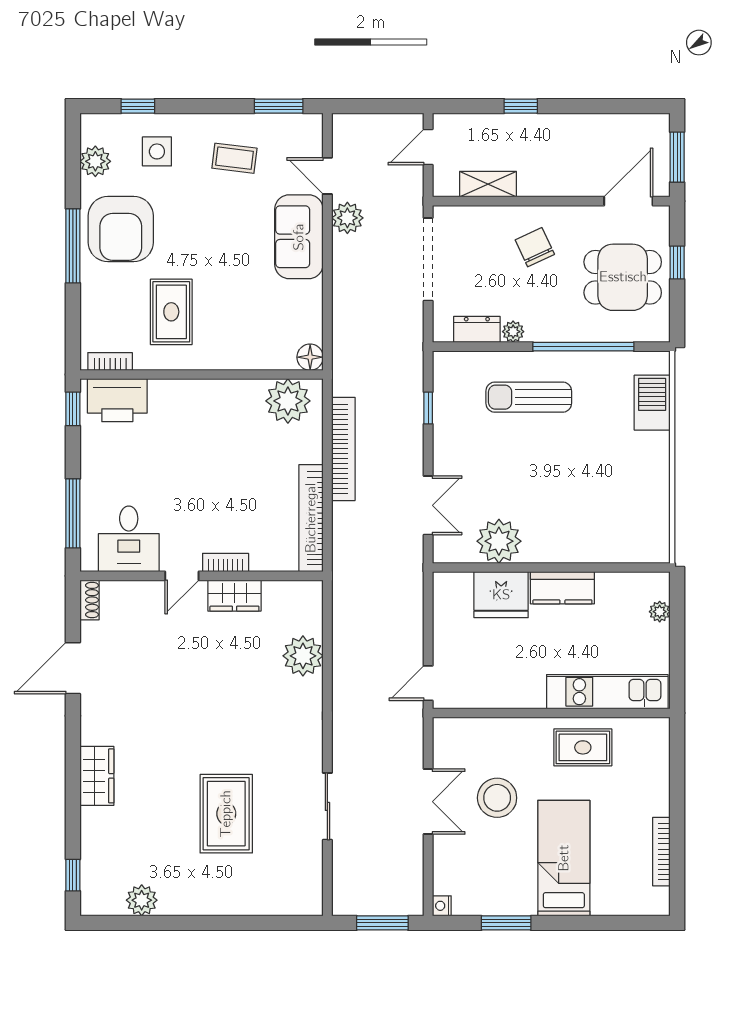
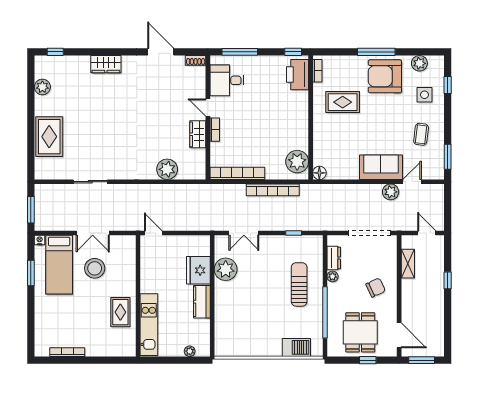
rug: (226, 814) -> (49, 137), moved, turned 90
bed: (564, 858) -> (59, 265), moved, turned 90

